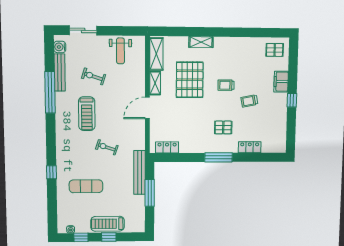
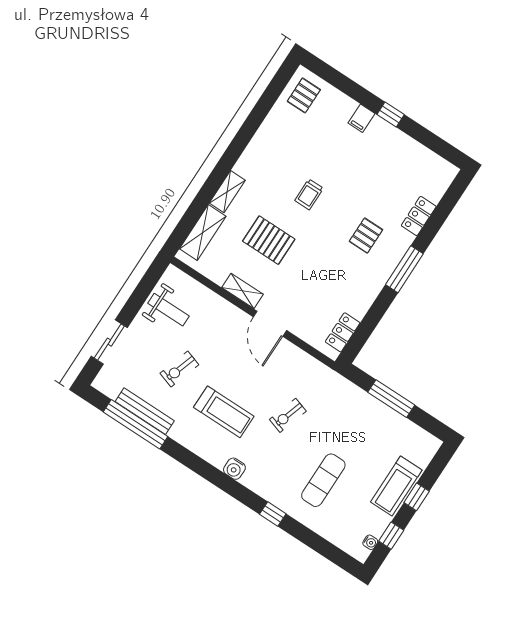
water cooler: (60, 47) -> (234, 469), moved
shelving: (156, 54) -> (203, 233), moved, turned 90
pallet: (190, 80) -> (269, 240), width x0.73, depth x0.71
filing cabinet: (281, 82) -> (361, 118), width x0.50
window: (50, 92) -> (136, 424), moved
trolley: (249, 101) -> (352, 175), removed
bench: (139, 172) -> (353, 394), removed

